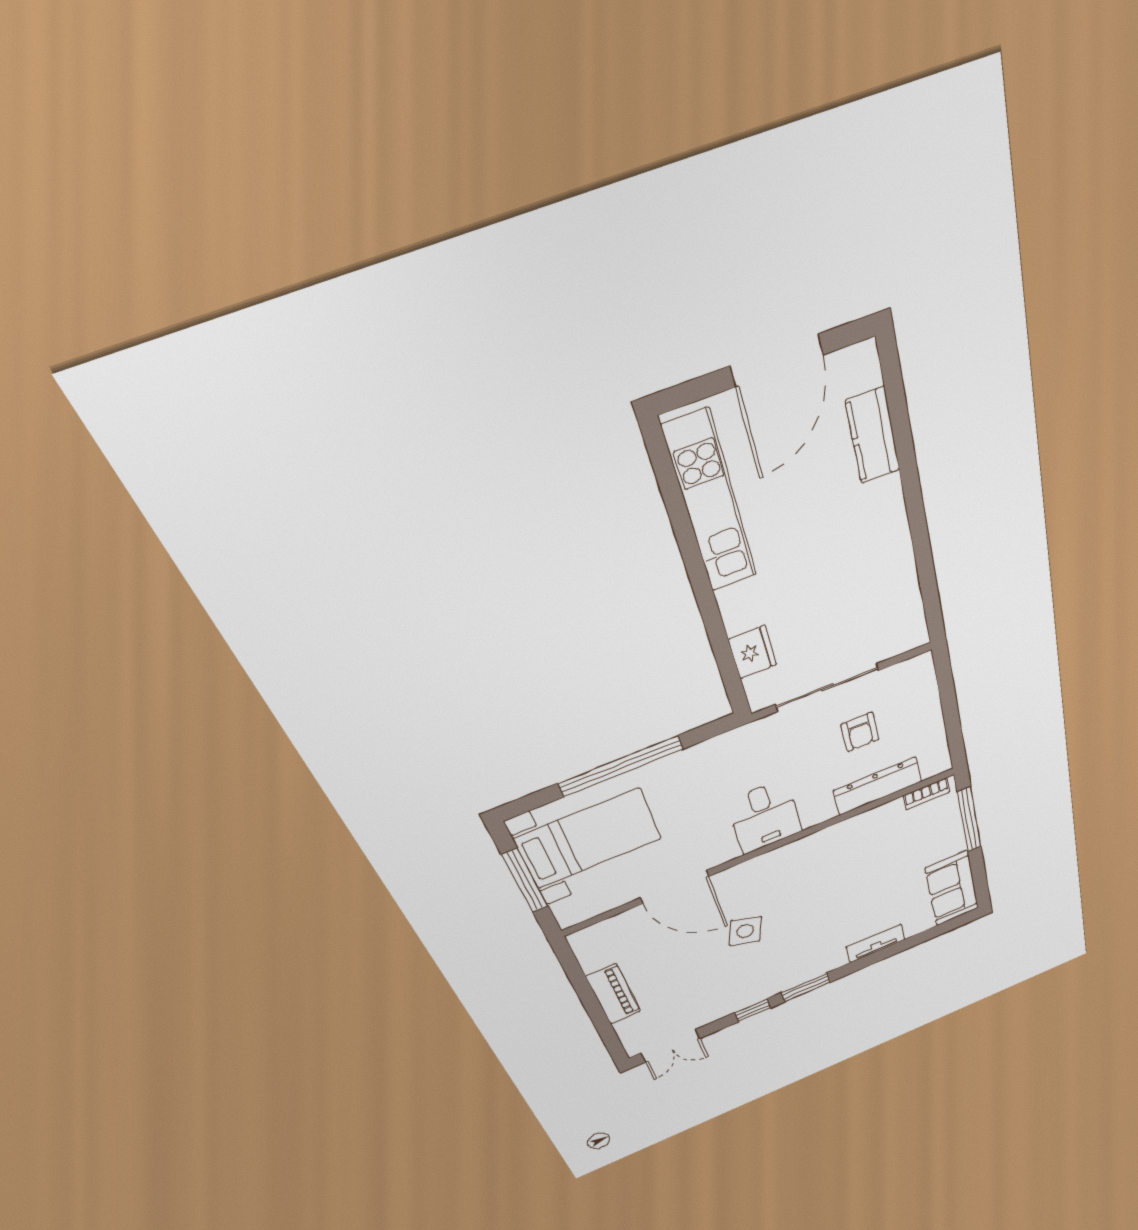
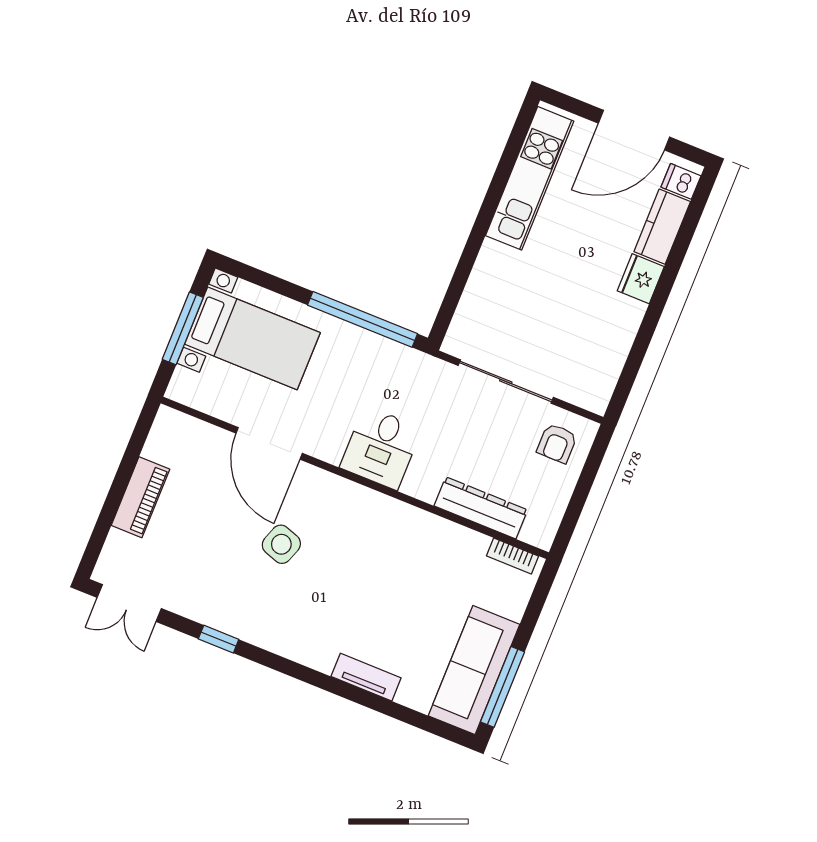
dishwasher: (861, 373) -> (681, 181), added
fridge: (753, 652) -> (641, 279), moved, turned 180
armchair: (860, 732) -> (557, 443), moved
window: (621, 766) -> (363, 319), moved
window: (969, 820) -> (503, 687), moved
sofa: (952, 888) -> (474, 670), width x1.36
window: (806, 987) -> (277, 663), removed

